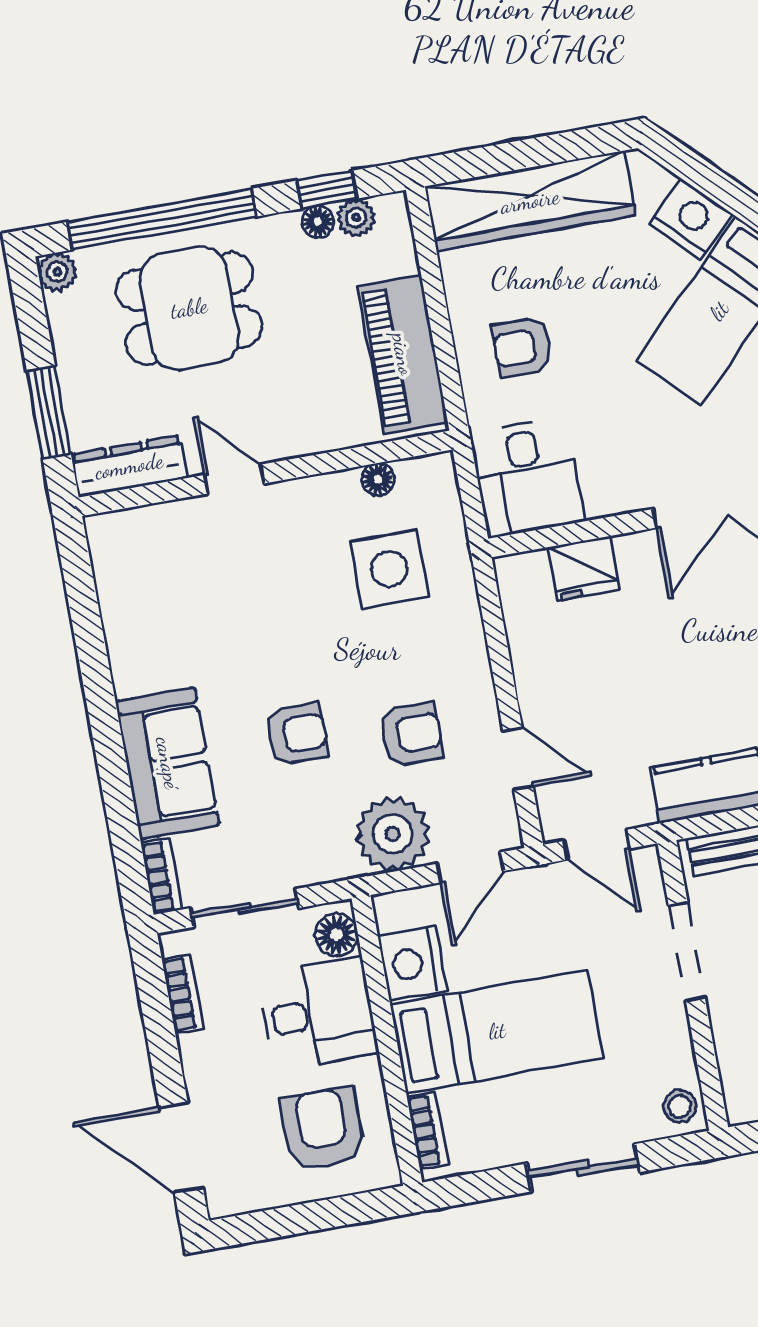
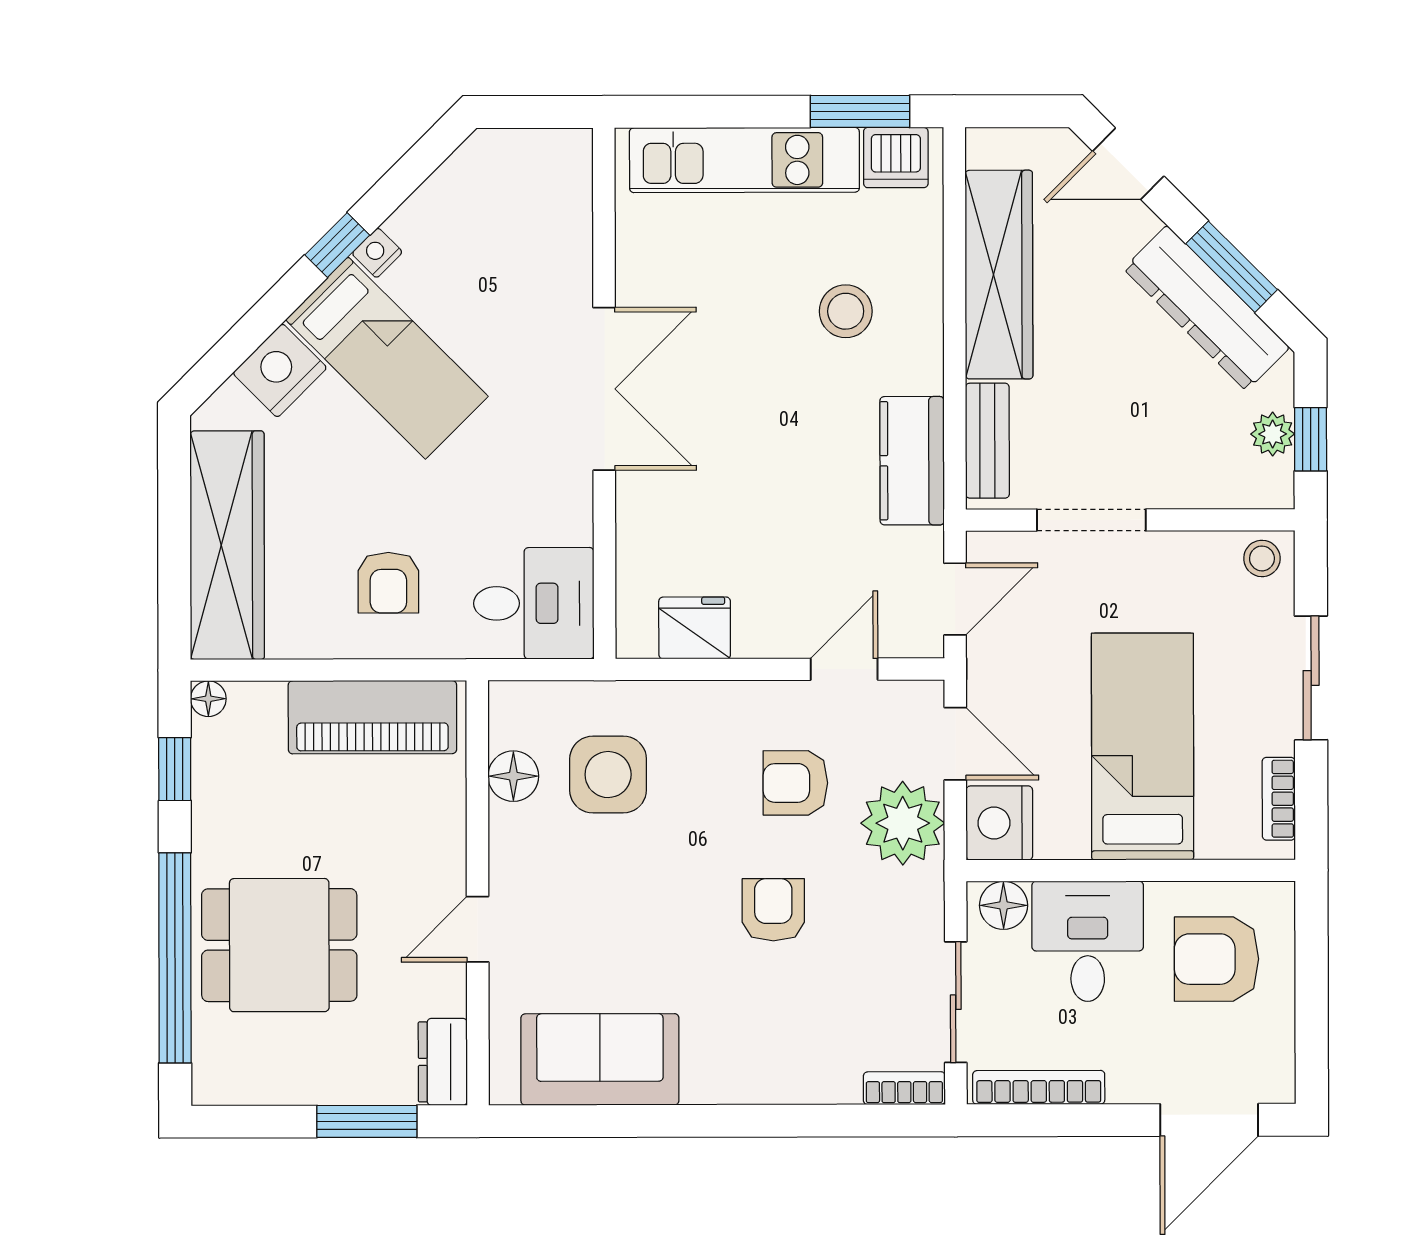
plant: (356, 218) -> (212, 742), removed
floor lamp: (318, 222) -> (208, 699), moved
plant: (57, 272) -> (213, 1084), removed
dining table: (189, 308) -> (279, 945), turned 90
dresser: (129, 466) -> (443, 1062), width x0.70
floor lamp: (378, 479) -> (513, 776), width x1.37, depth x1.37
fridge: (584, 568) -> (695, 628), moved, turned -90
armchair: (411, 734) -> (795, 783), turned -90
sofa: (168, 763) -> (600, 1059), moved
nightstand: (412, 963) -> (999, 823), moved, turned 90
bookcase: (183, 994) -> (1039, 1087), width x1.56
bookcase: (428, 1131) -> (1279, 799), moved, turned -90

